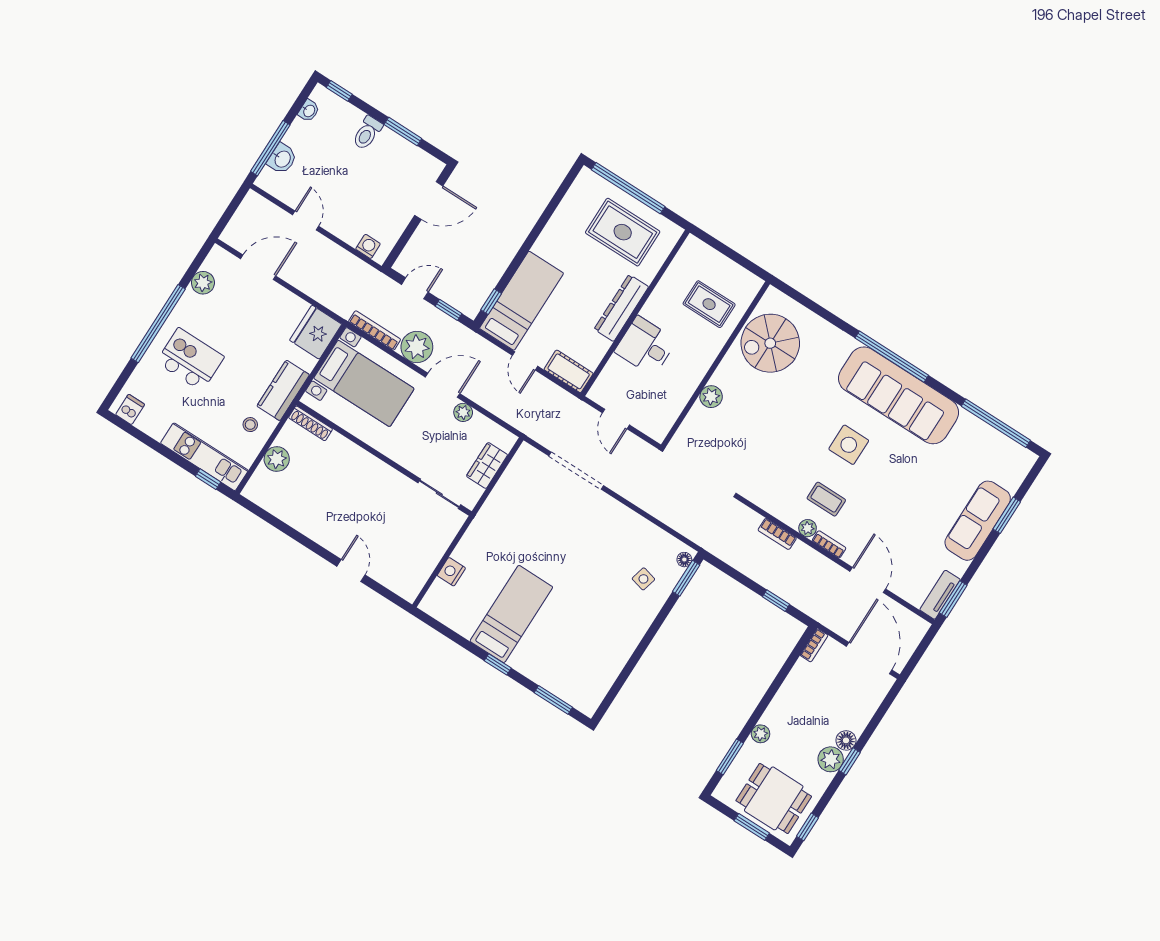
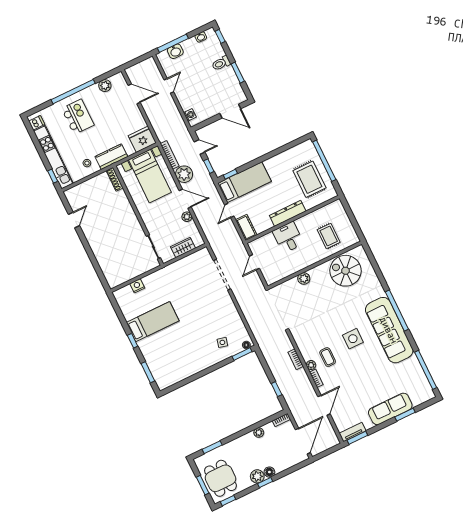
kitchen unit: (204, 457) -> (53, 157), width x1.36
plant: (277, 459) -> (89, 186), removed
door: (351, 571) -> (74, 220), moved
plant: (761, 734) -> (259, 433), moved

